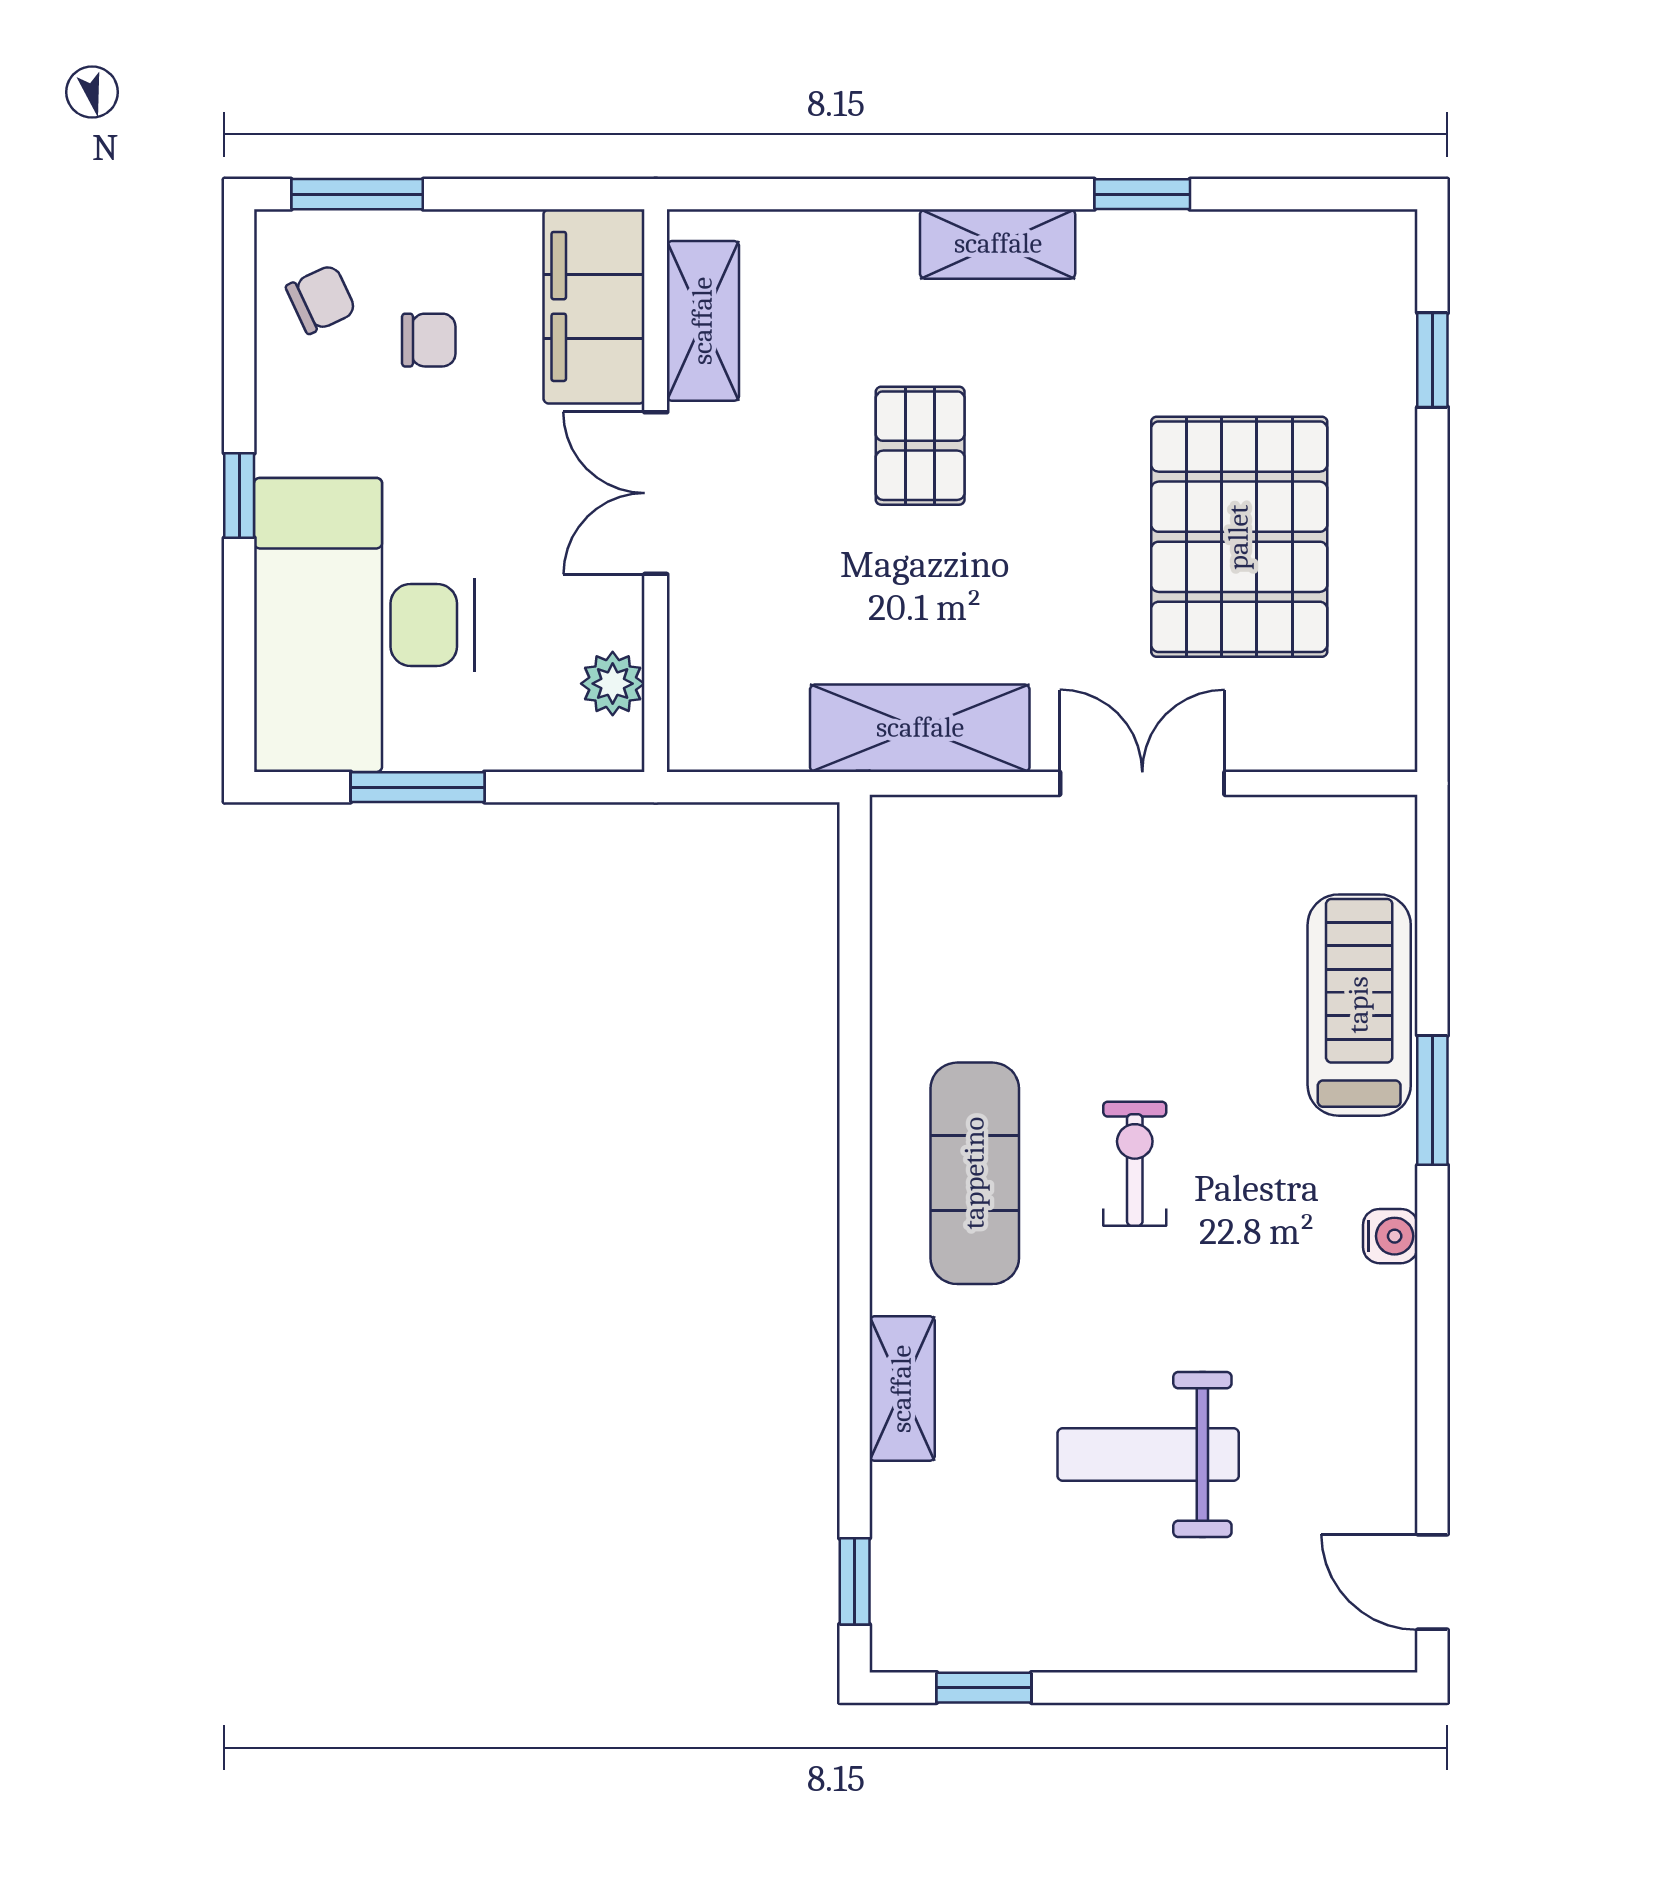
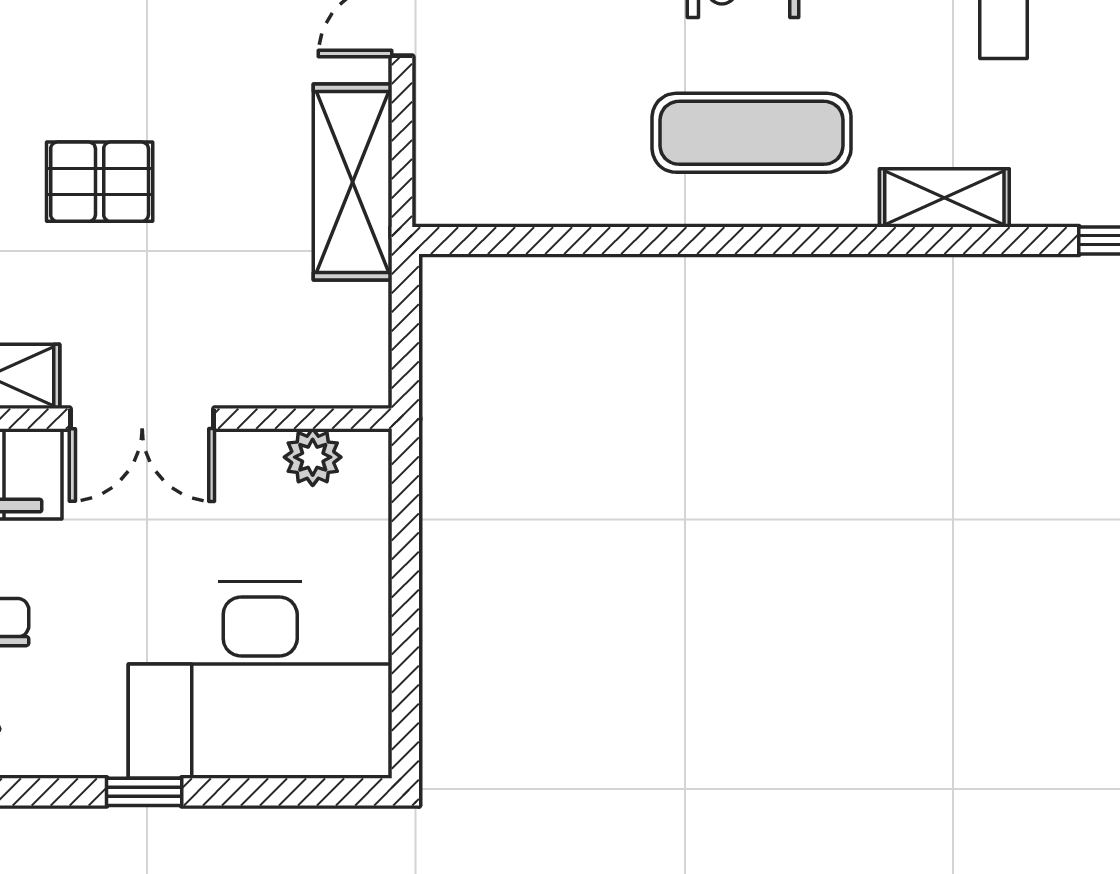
window: (418, 787) -> (405, 632), removed

